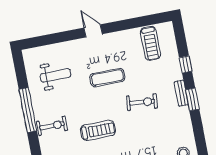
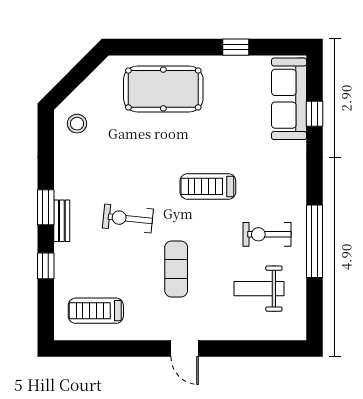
treadmill: (150, 43) -> (96, 311), turned -90
exercise mat: (107, 78) -> (176, 269), turned 90
exercise bike: (52, 126) -> (267, 234), moved

